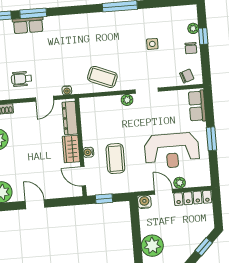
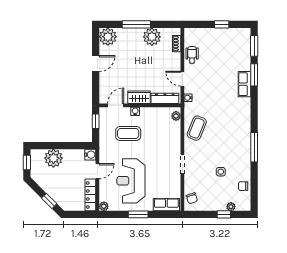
row of seats: (28, 25) -> (245, 84), moved
chair: (191, 48) -> (243, 186), moved
wheelchair: (22, 79) -> (192, 55), moved
plant: (127, 100) -> (176, 116), moved
plant: (180, 183) -> (104, 206), moved

